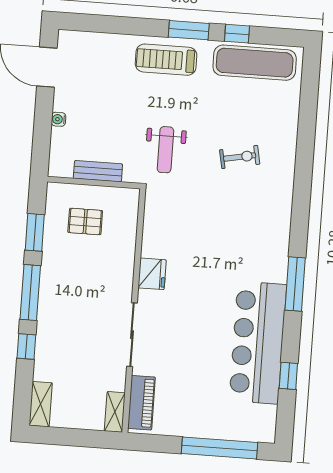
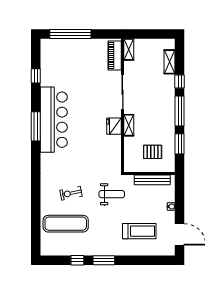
treadmill: (166, 60) -> (139, 231), moved
exercise mat: (255, 63) -> (66, 224), moved
weight bench: (165, 150) -> (112, 194), turned 90
bench: (98, 171) -> (152, 180), width x1.36
shelving: (125, 274) -> (129, 125), added
bar counter: (258, 343) -> (54, 120), moved
shelving: (41, 404) -> (169, 62), moved

